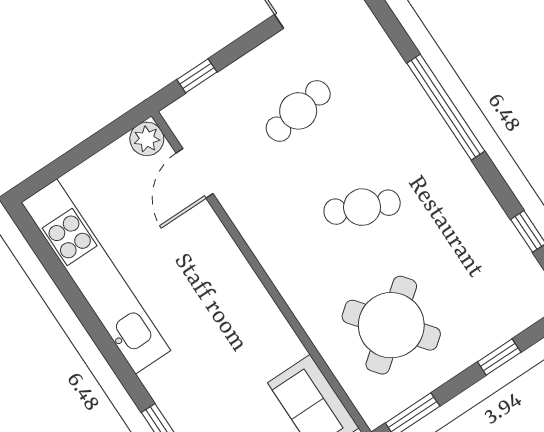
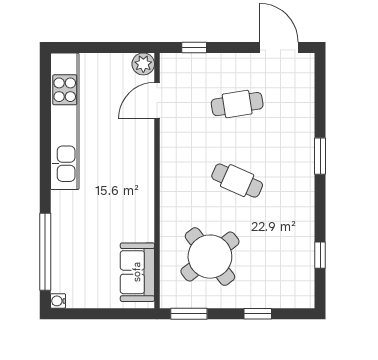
window: (446, 107) -> (320, 156), width x0.47

